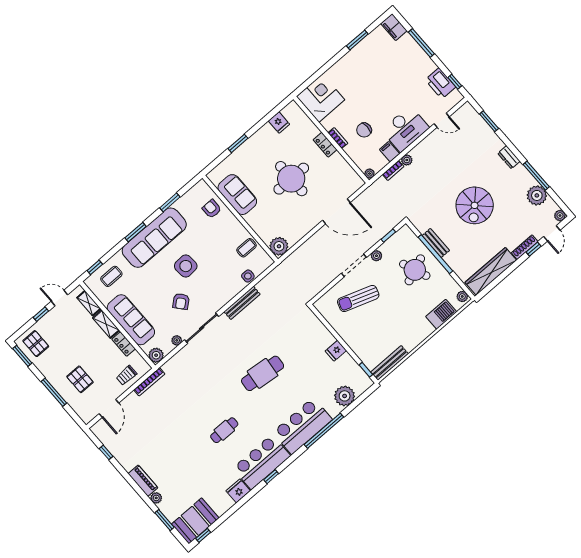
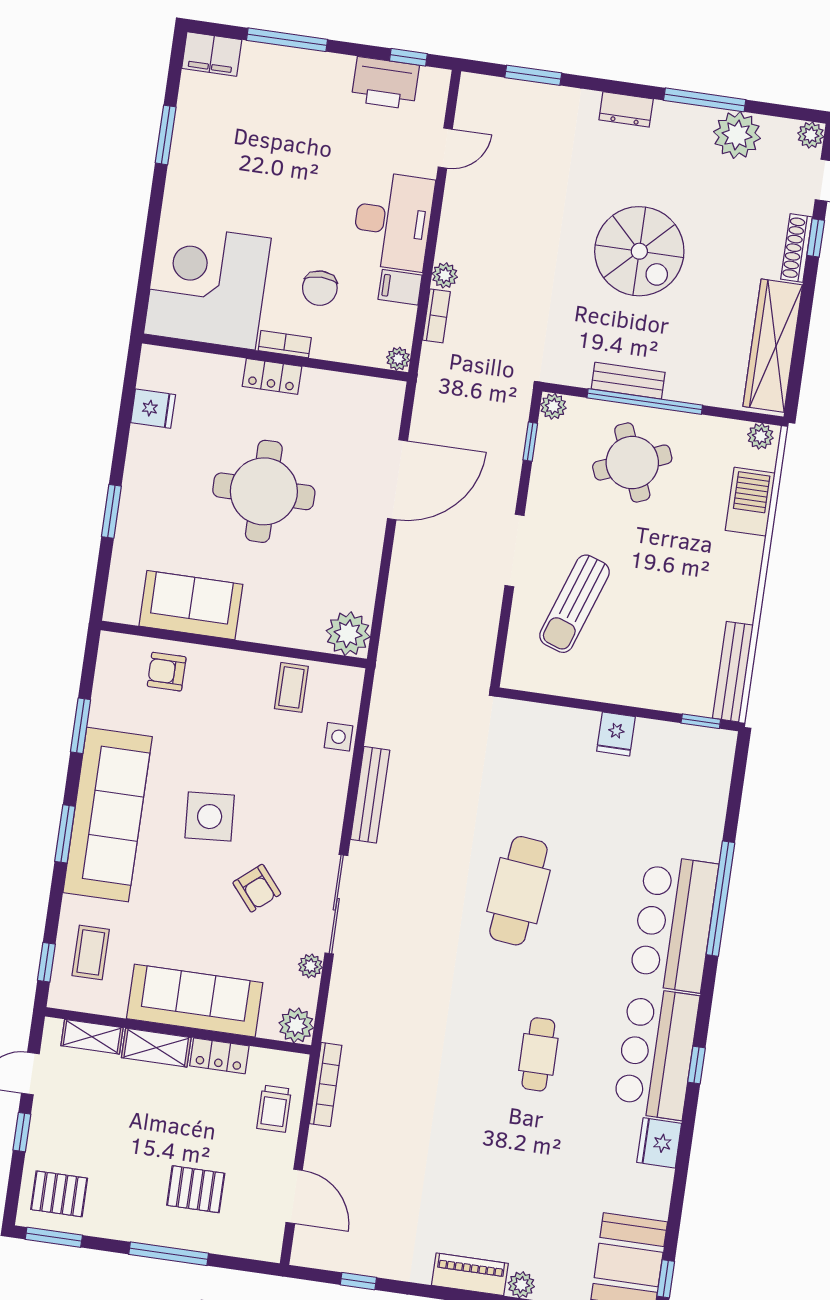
corner desk: (321, 98) -> (207, 286), width x1.36, depth x1.36
plant: (376, 256) -> (553, 406), moved
plant: (345, 396) -> (703, 803), removed

